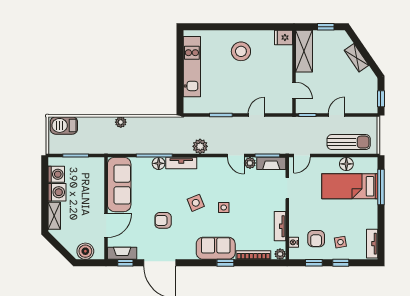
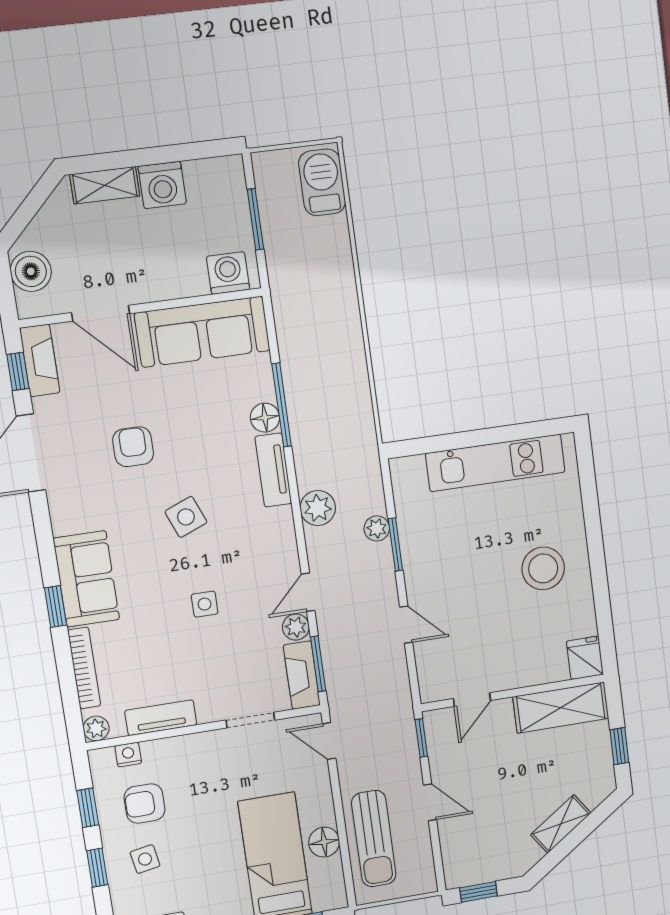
plant: (121, 122) -> (377, 528), moved
washing machine: (56, 174) -> (228, 273), moved, turned 180
side table: (224, 207) -> (205, 604), moved

